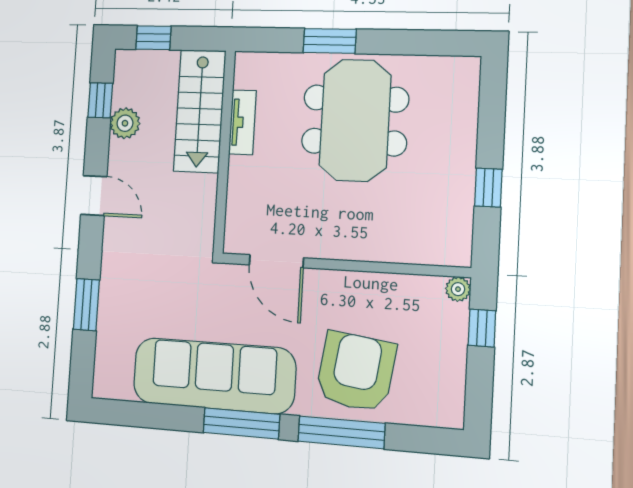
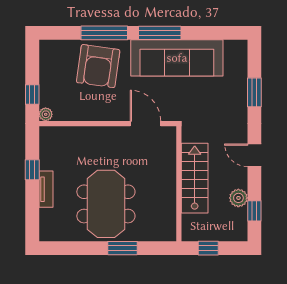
window: (153, 38) -> (208, 248), moved
stairs: (200, 111) -> (195, 178), moved
tv unit: (242, 122) -> (46, 189), moved, turned 180

